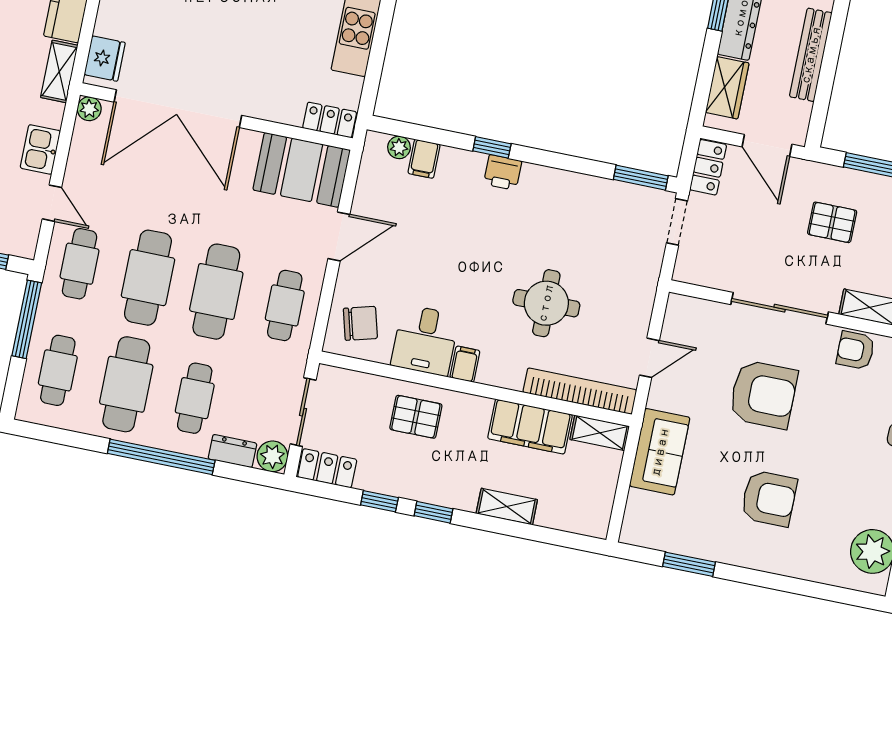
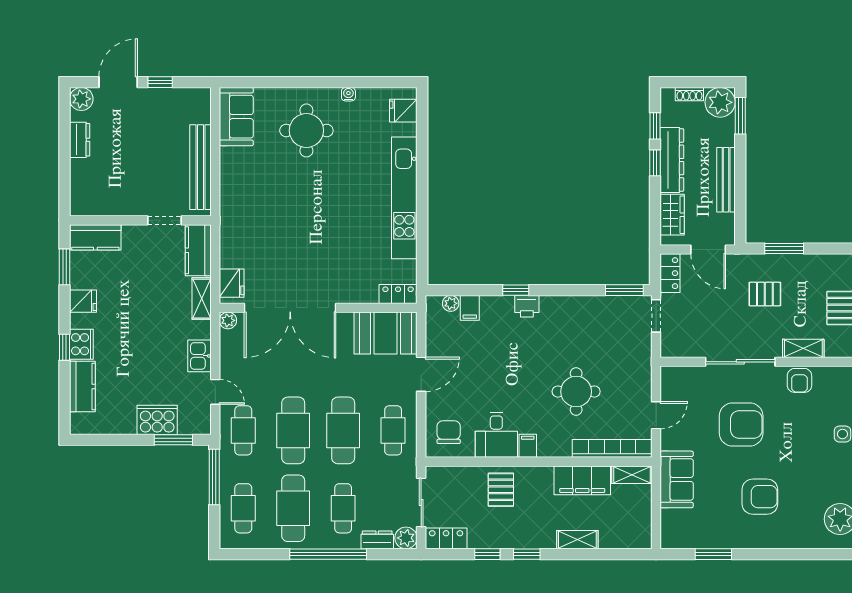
chair: (360, 323) -> (449, 432), turned -75
armchair: (855, 350) -> (799, 380), turned -90
pallet: (416, 417) -> (501, 490), turned 90

